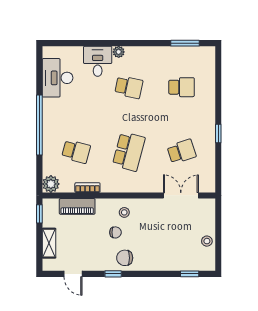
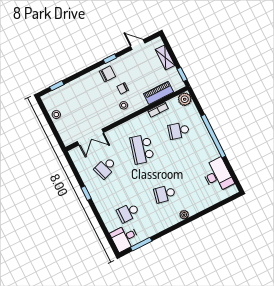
desk: (98, 61) -> (125, 238), moved, turned 90

